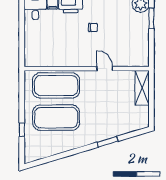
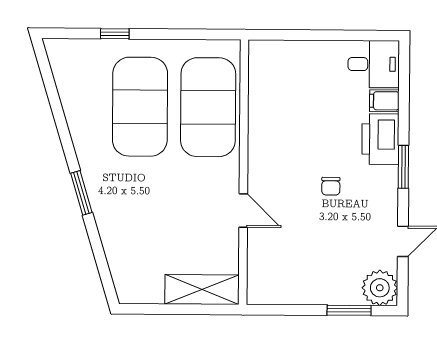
door: (105, 69) -> (243, 210), hinge flipped
window: (107, 142) -> (81, 193), moved

